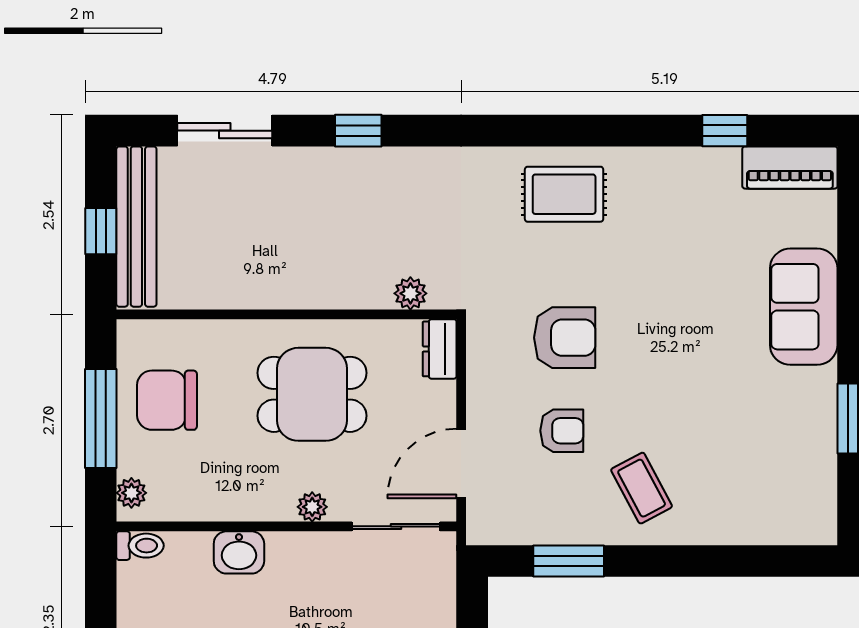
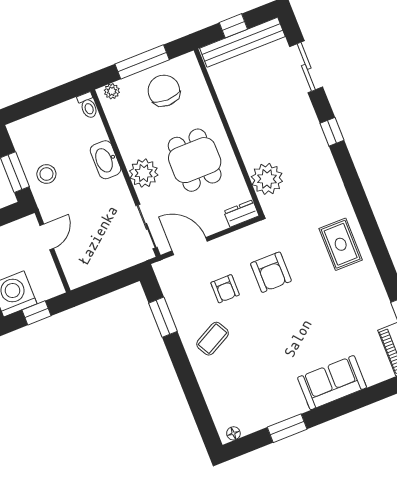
plant: (410, 293) -> (267, 179), width x1.88, depth x1.88
plant: (312, 507) -> (144, 173), width x1.88, depth x1.88
floor lamp: (825, 518) -> (233, 433), added
washbasin: (239, 552) -> (105, 160), width x1.38

